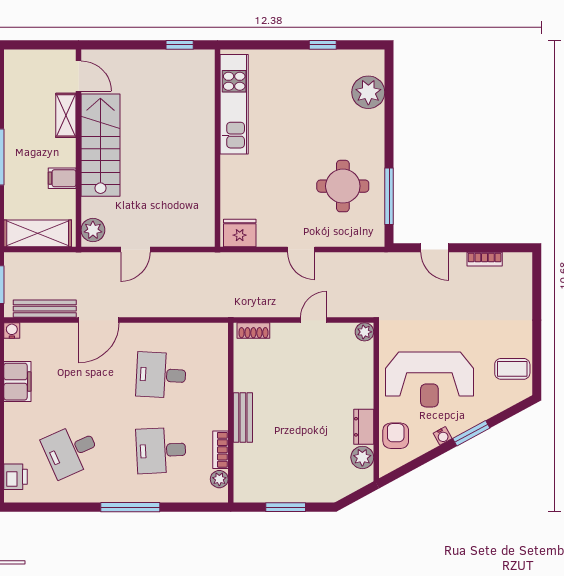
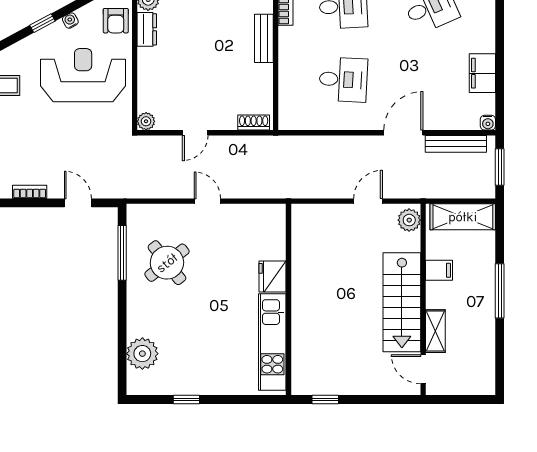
round table: (343, 186) -> (167, 263), turned -38
fridge: (240, 233) -> (272, 276), moved, turned 90
window: (471, 433) -> (42, 23), width x0.67

